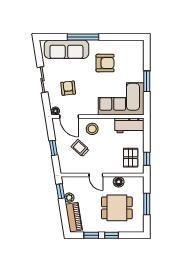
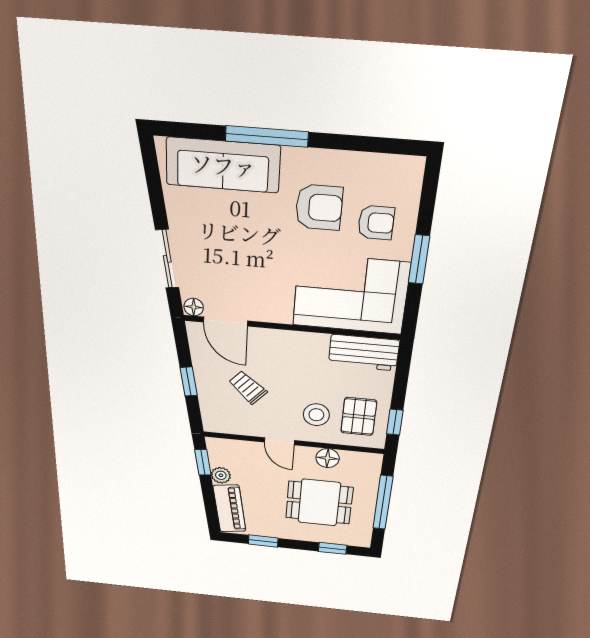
sliding door: (42, 80) -> (167, 259), moved
armchair: (68, 88) -> (376, 223), moved, turned 96
stool: (92, 129) -> (316, 415), moved
window: (147, 204) -> (383, 502), width x1.44
window: (112, 235) -> (333, 548), moved

